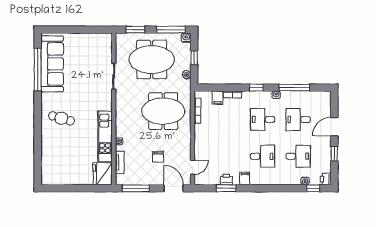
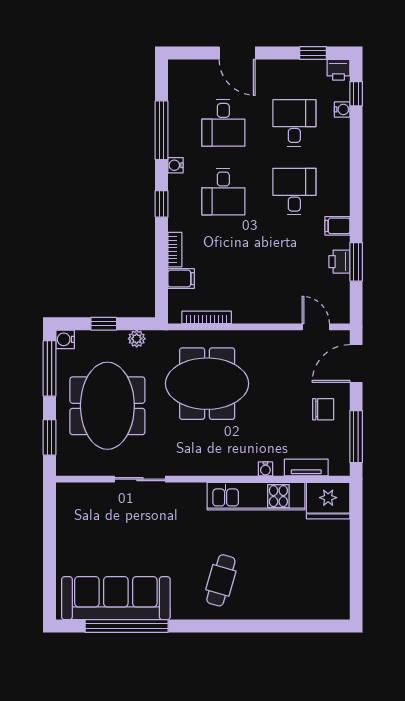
meeting table: (163, 111) -> (207, 384), turned 90
window: (334, 154) -> (313, 53), moved
chair: (158, 157) -> (323, 409), moved

